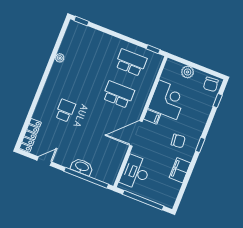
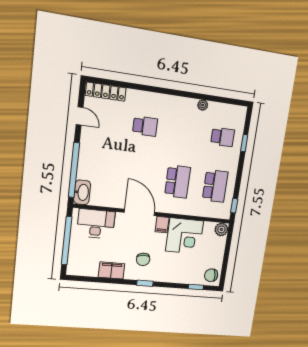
window: (81, 21) -> (244, 143), moved
school desk: (90, 47) -> (223, 137), added
plant: (188, 72) -> (221, 229), moved
washbasin: (82, 167) -> (82, 192), moved

